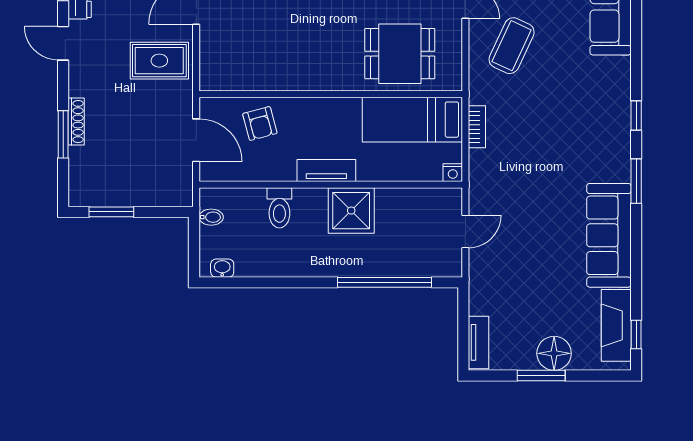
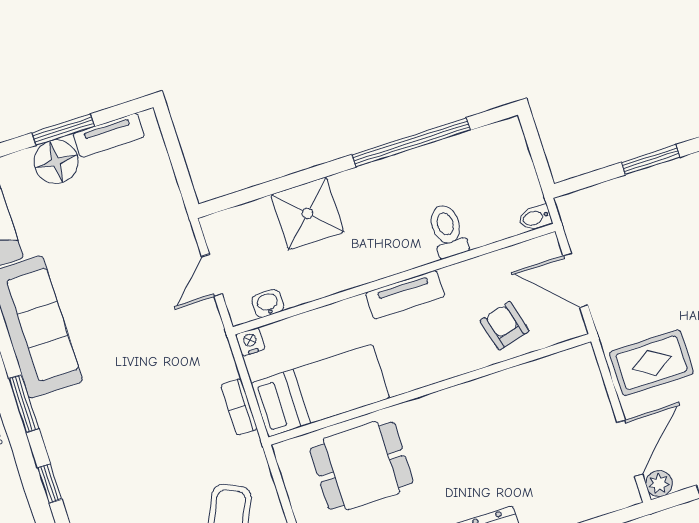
shower: (351, 211) -> (307, 213), moved
bidet: (211, 217) -> (535, 218), moved
washbasin: (222, 268) -> (268, 303), moved, turned 180
window: (385, 282) -> (411, 142), moved
tv unit: (479, 342) -> (109, 135), moved, turned -90

